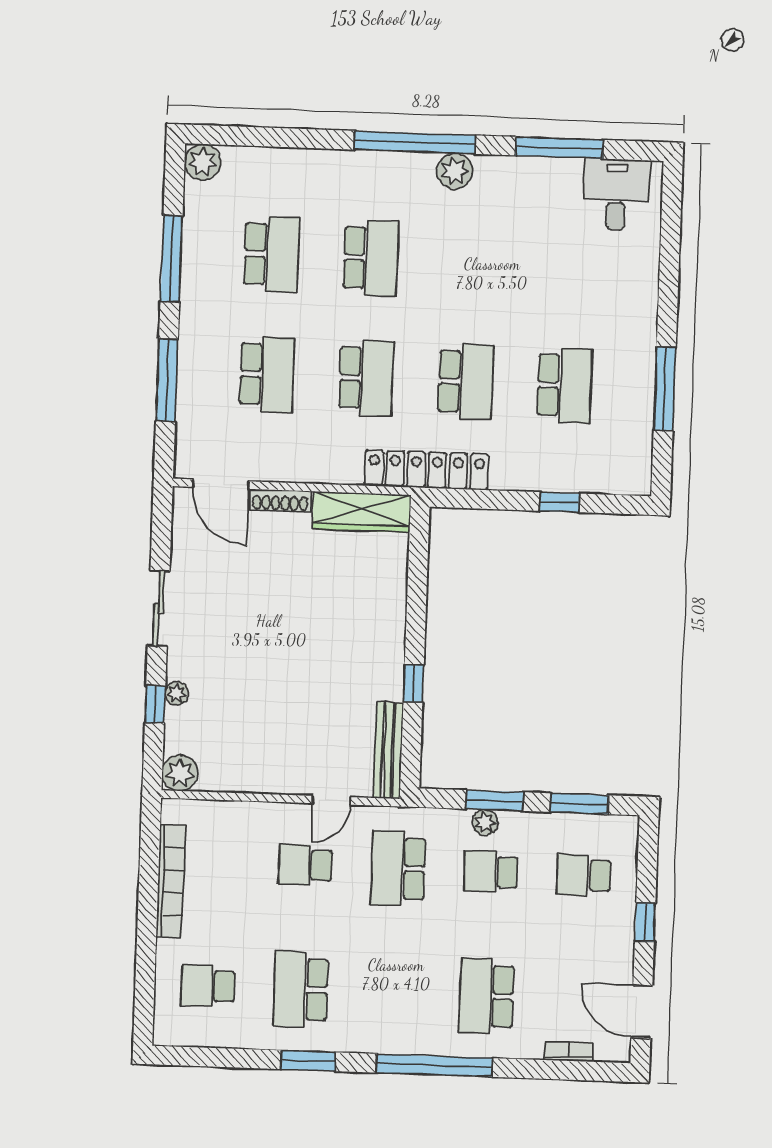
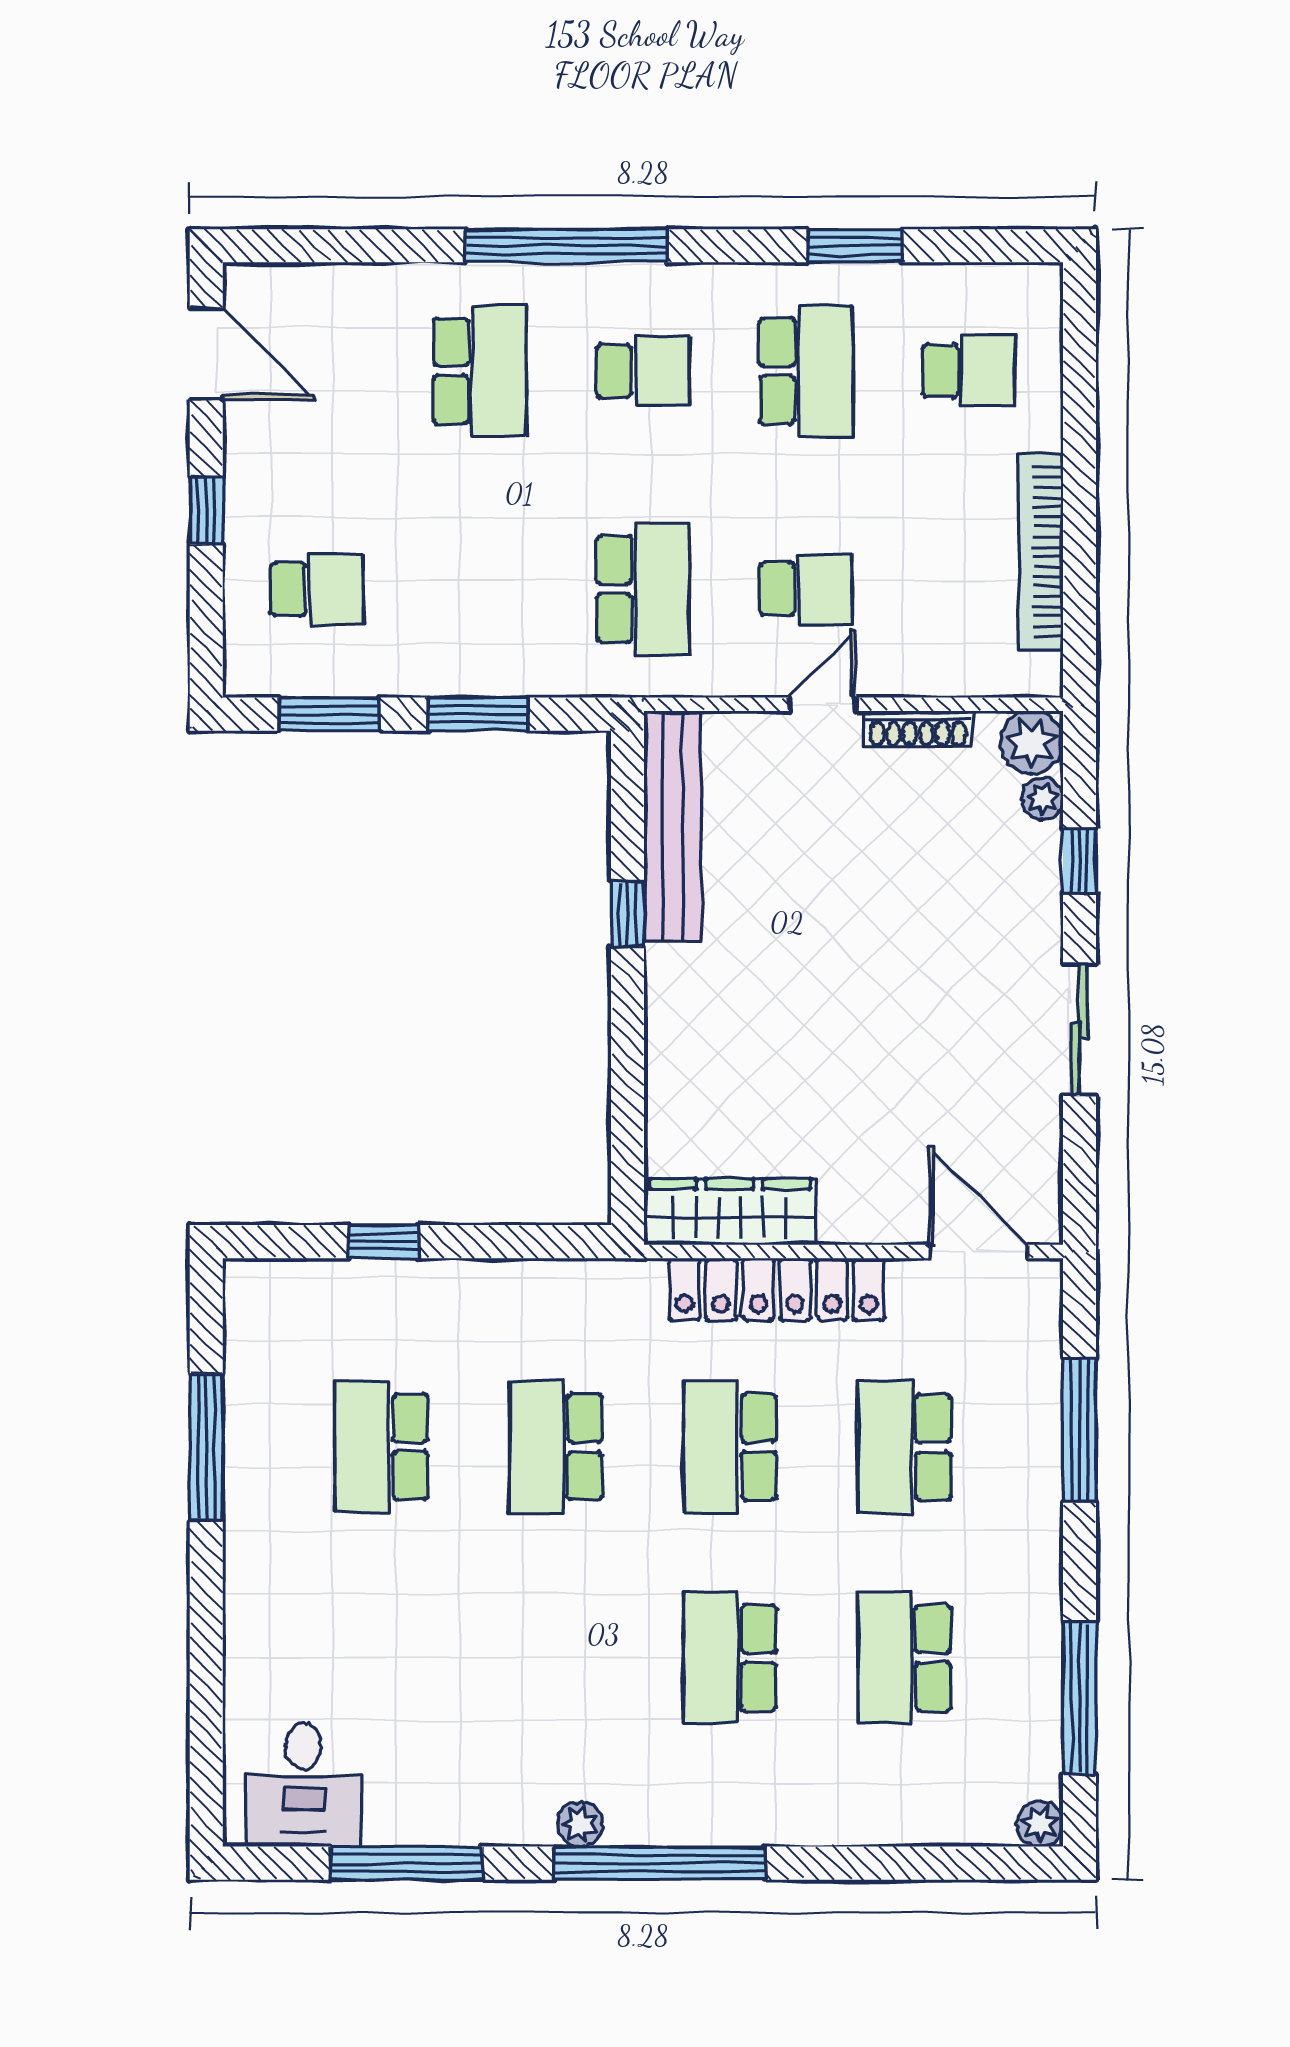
plant: (202, 162) -> (1040, 1824), width x0.73, depth x0.73
plant: (455, 171) -> (580, 1824), width x0.73, depth x0.73
window: (171, 259) -> (1080, 1698), moved
locker: (427, 470) -> (777, 1289), moved
shoe rack: (280, 500) -> (918, 729), moved, turned 180
plant: (177, 693) -> (1042, 799), moved
bench: (388, 750) -> (673, 826), width x1.37, depth x1.21
door: (332, 800) -> (822, 704), moved
plant: (485, 823) -> (493, 675), removed
school desk: (491, 872) -> (643, 371), moved
bookcase: (569, 1051) -> (332, 279), removed
window: (308, 1061) -> (855, 246), moved

